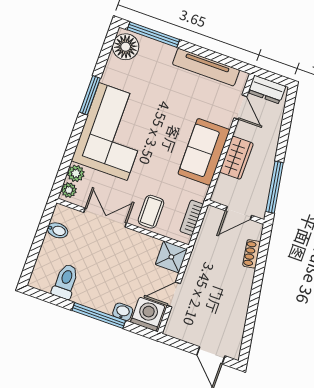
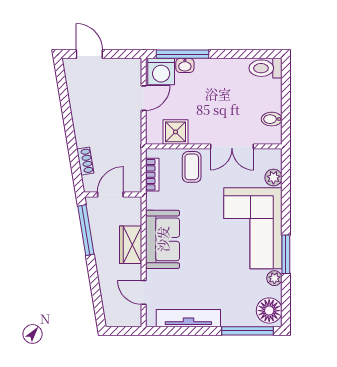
dresser: (267, 89) -> (125, 317), removed
plant: (69, 190) -> (274, 278), moved
shower: (171, 257) -> (176, 132), moved
toilet: (65, 281) -> (266, 68), moved, turned 90
window: (99, 315) -> (183, 54), moved

